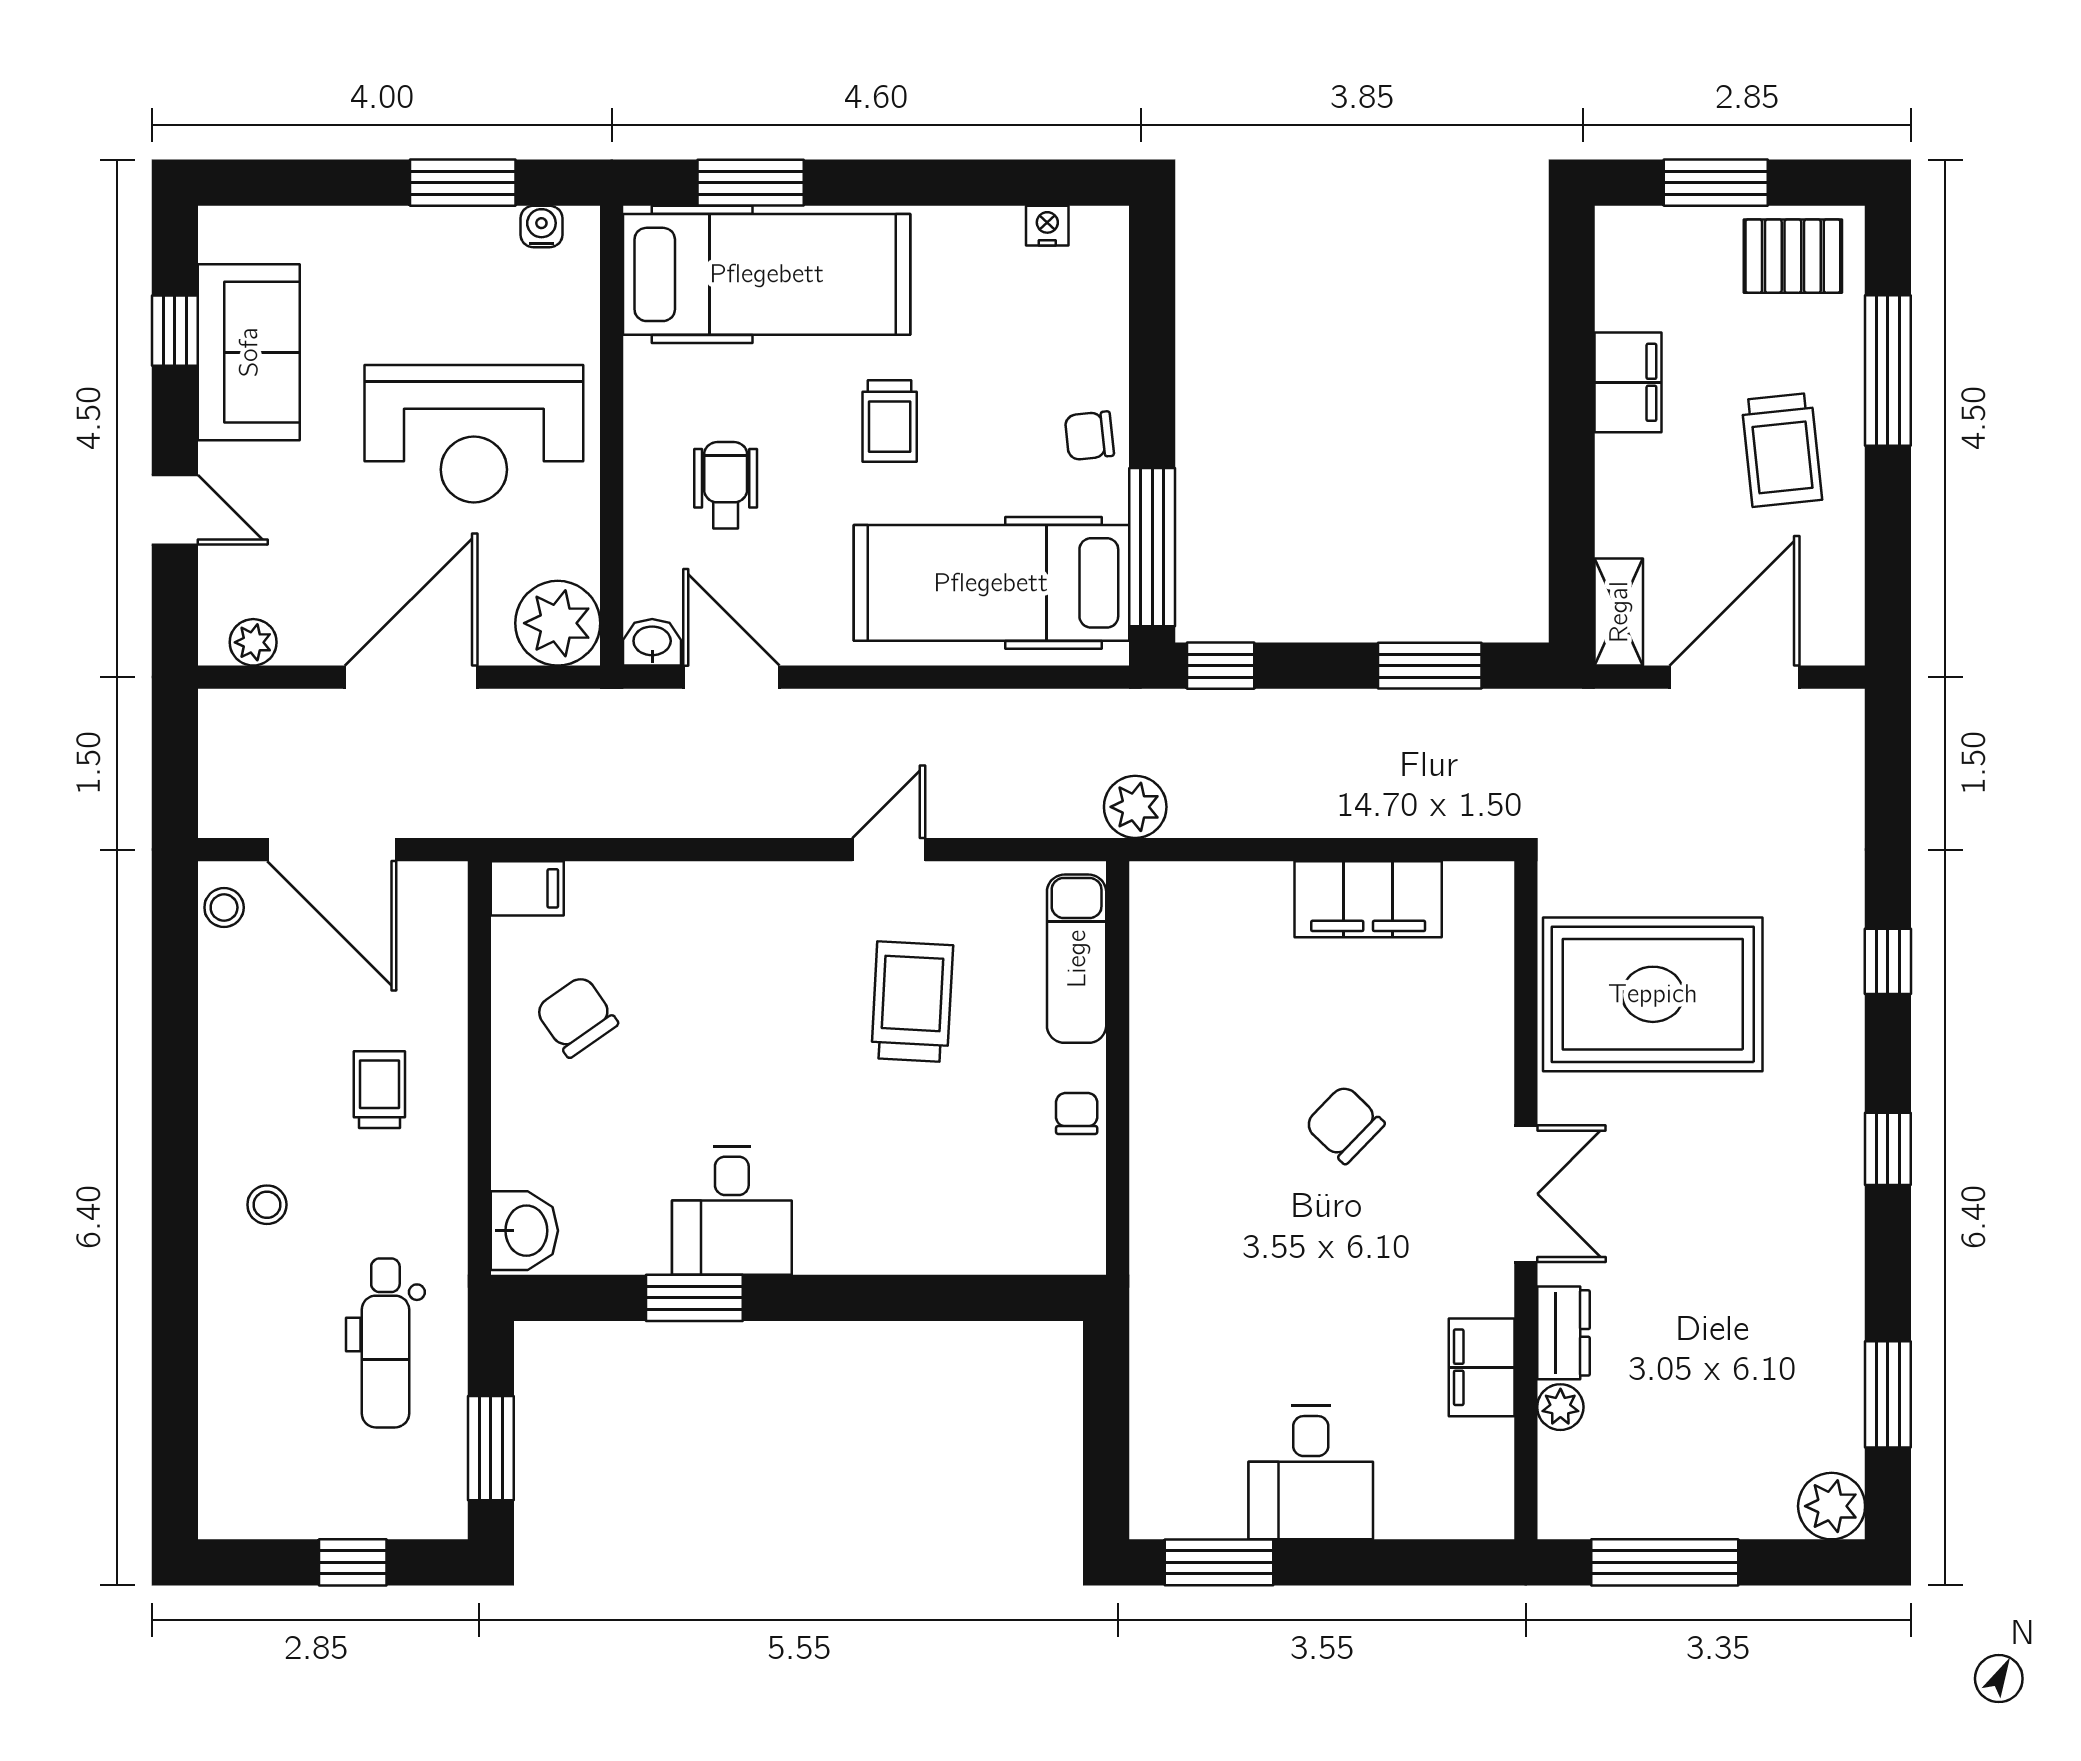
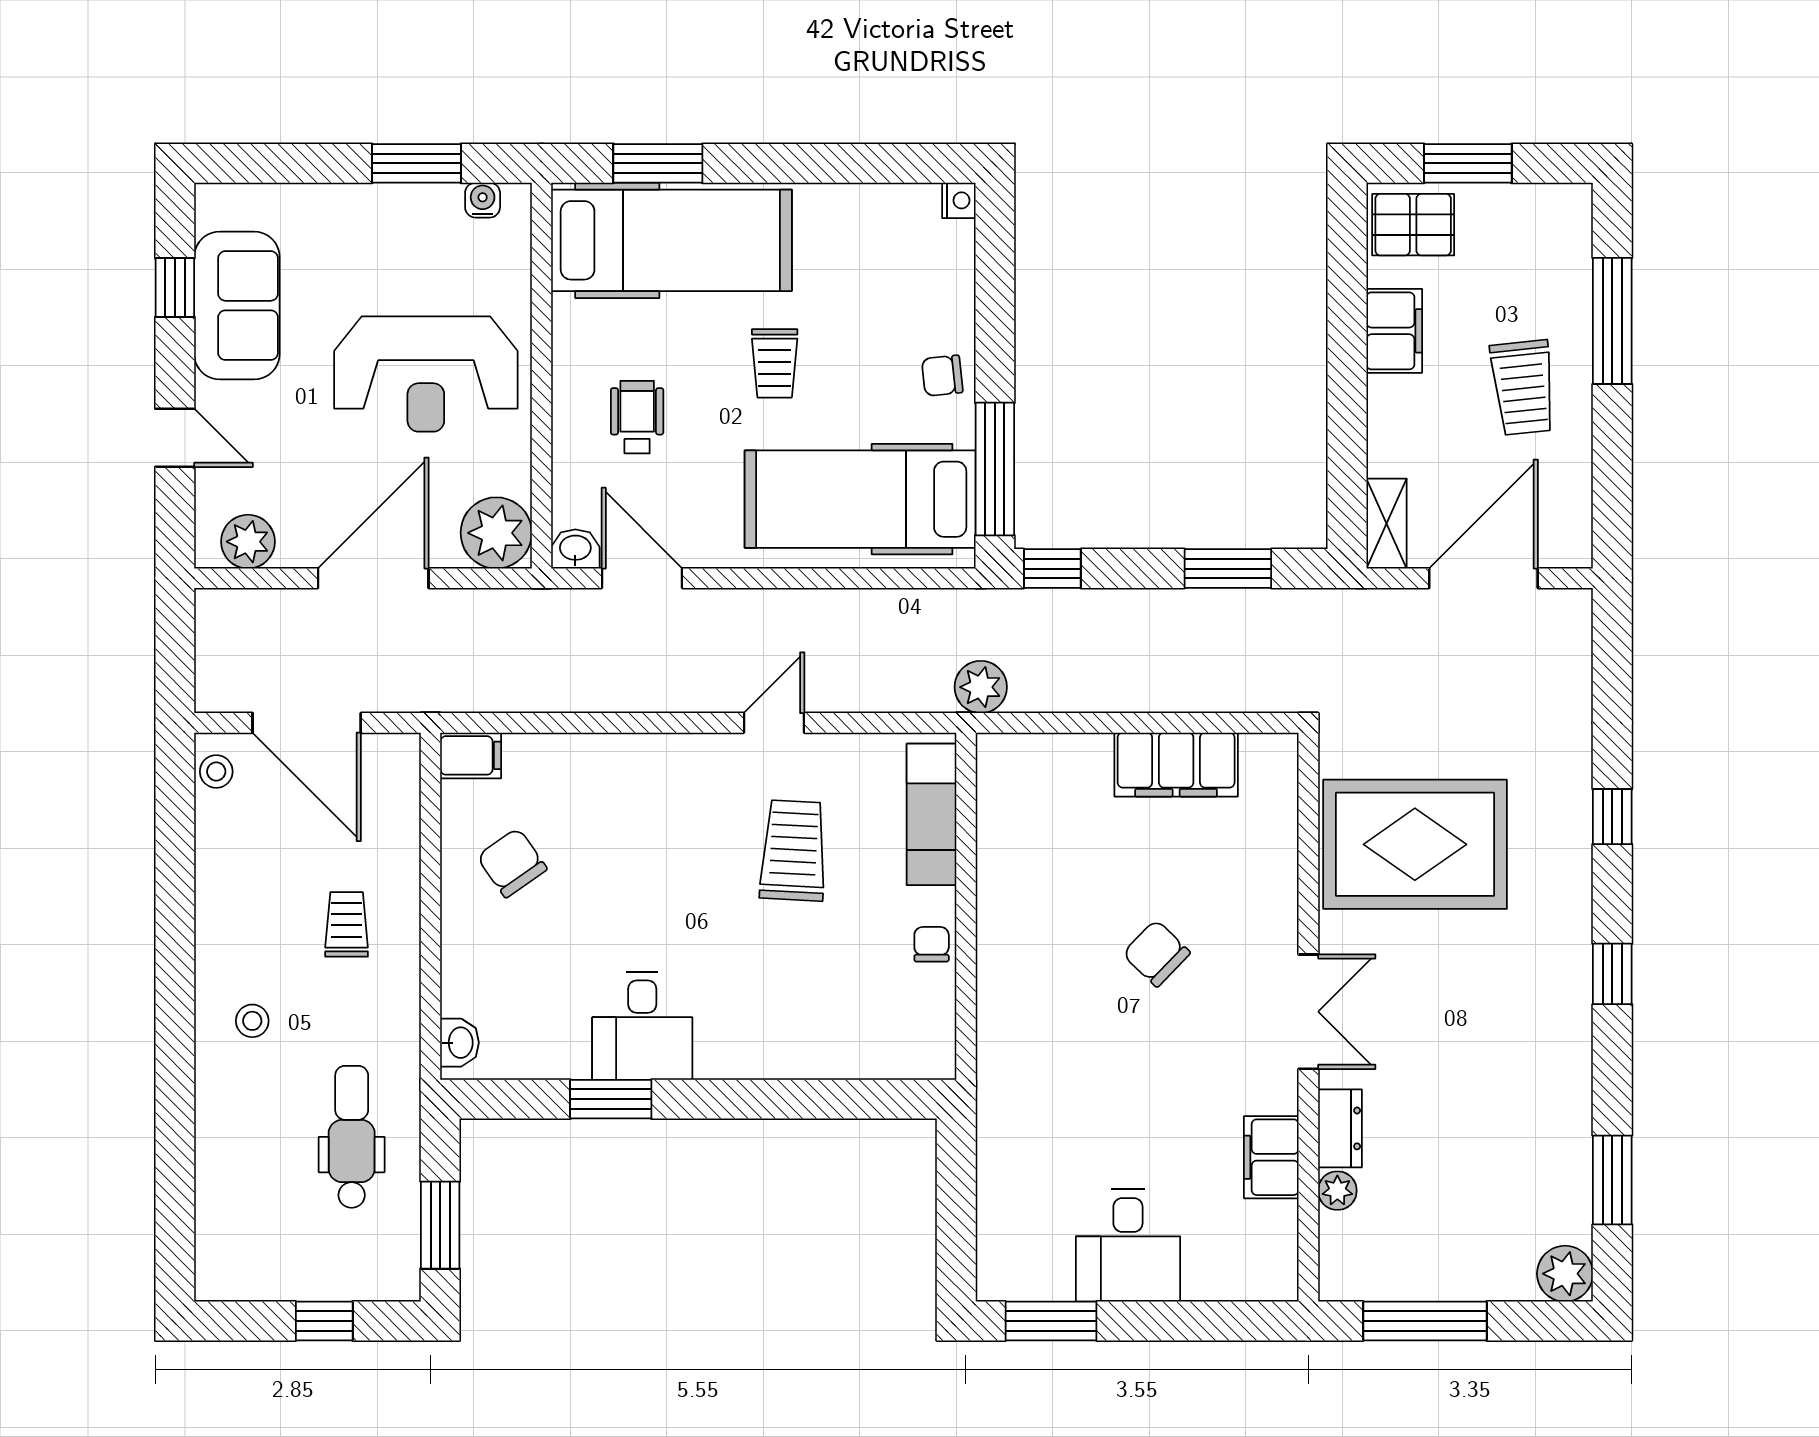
nightstand: (1047, 226) -> (959, 200), moved, turned 90
pallet: (1793, 256) -> (1413, 225), moved
plant: (253, 642) -> (248, 542), width x1.38, depth x1.38
washbasin: (524, 1231) -> (460, 1043), width x0.72, depth x0.69
dental chair: (385, 1343) -> (352, 1137), turned 180

